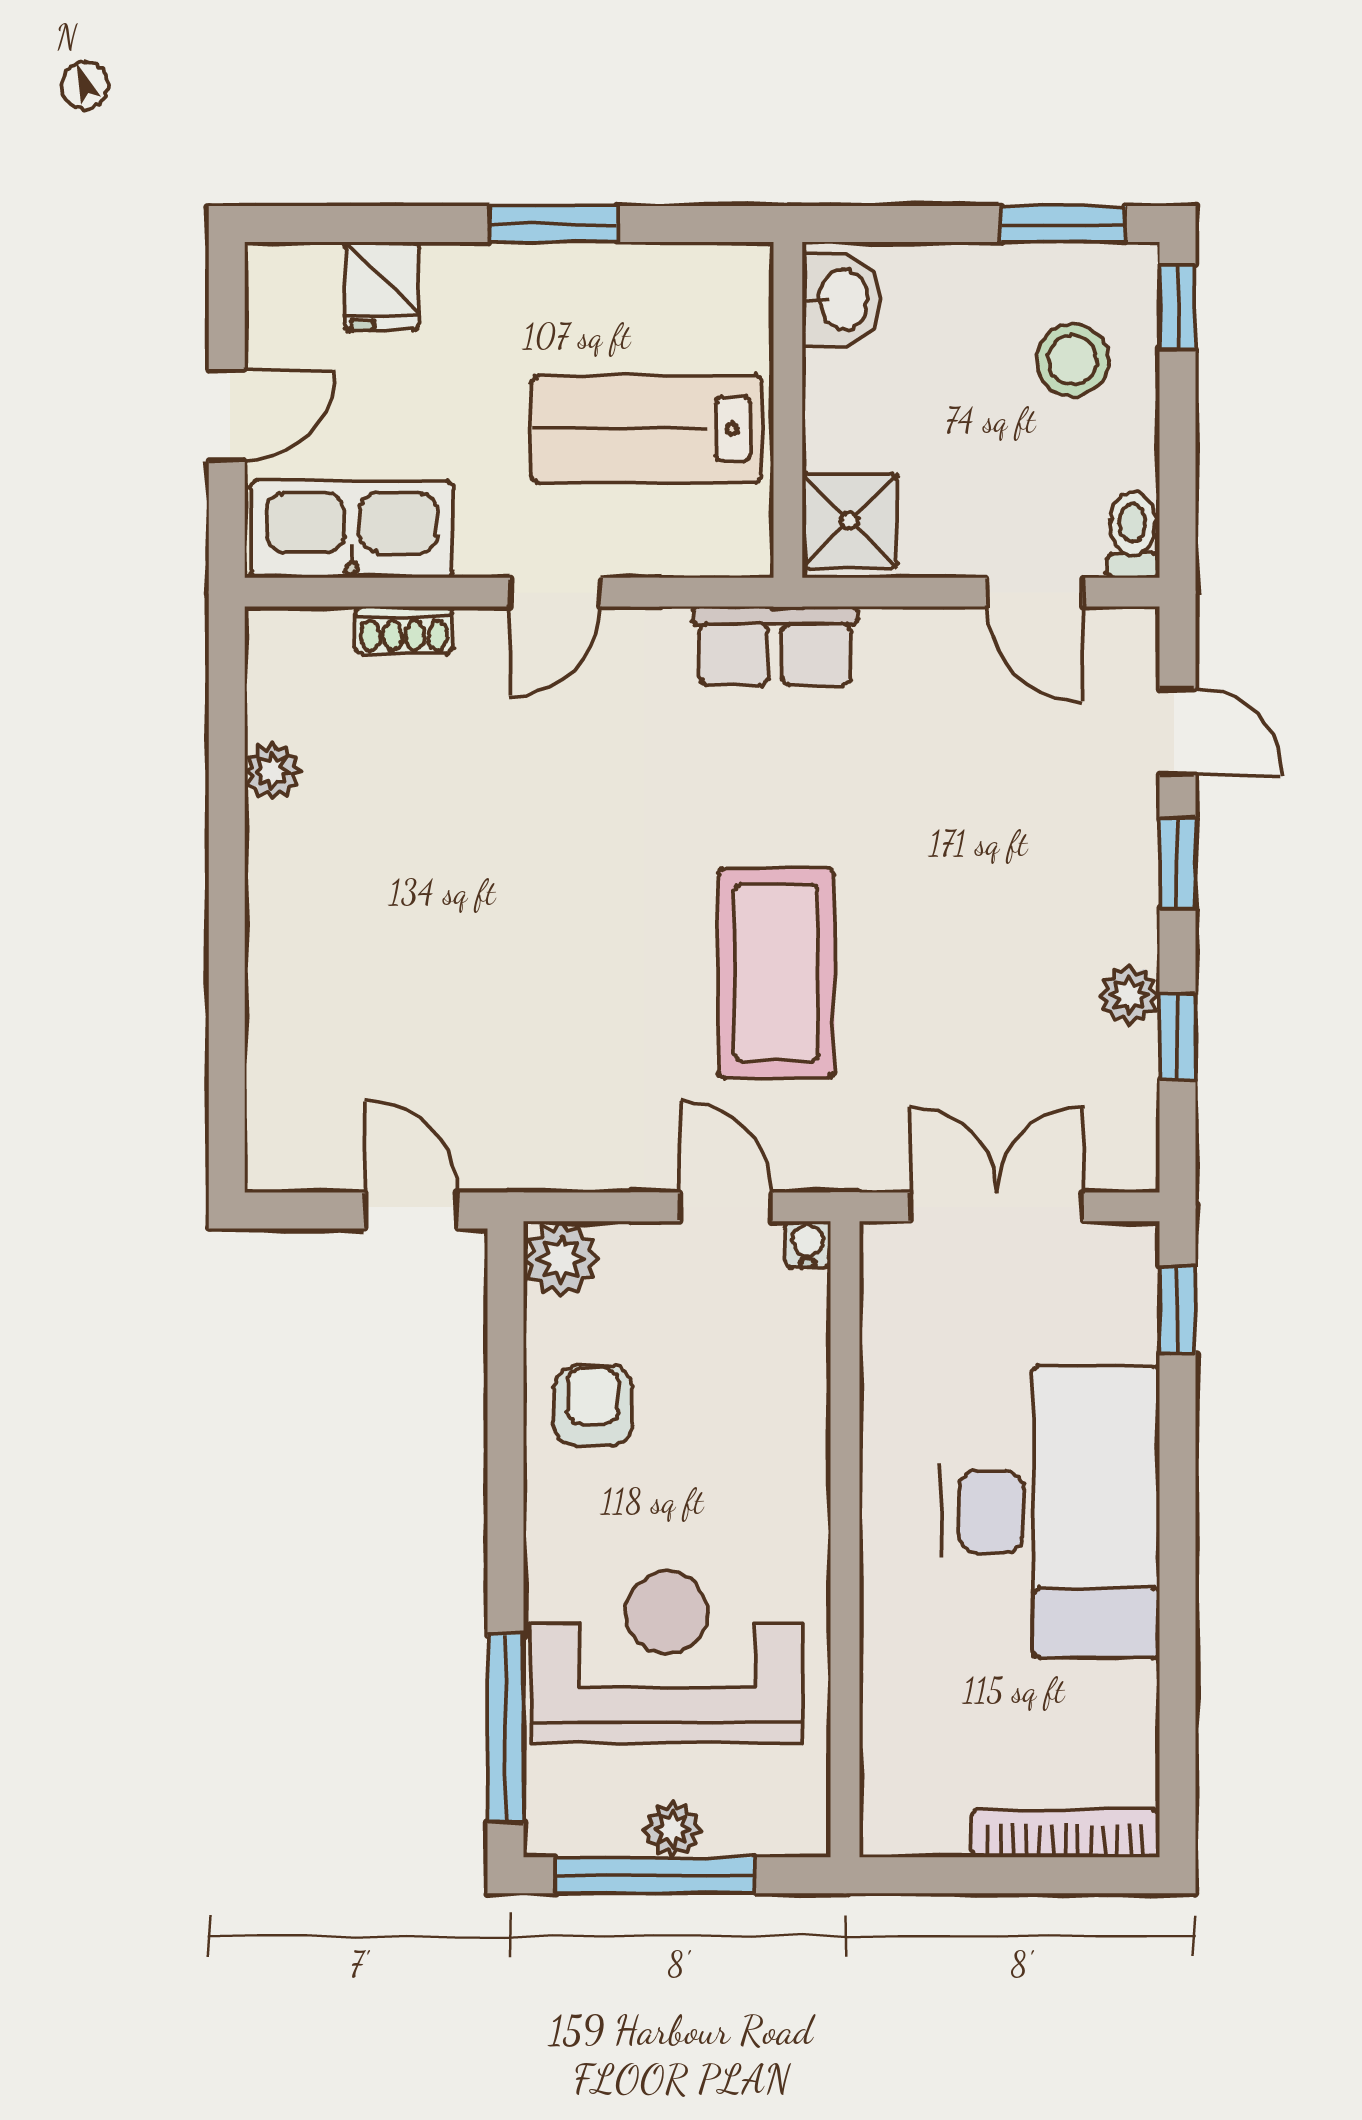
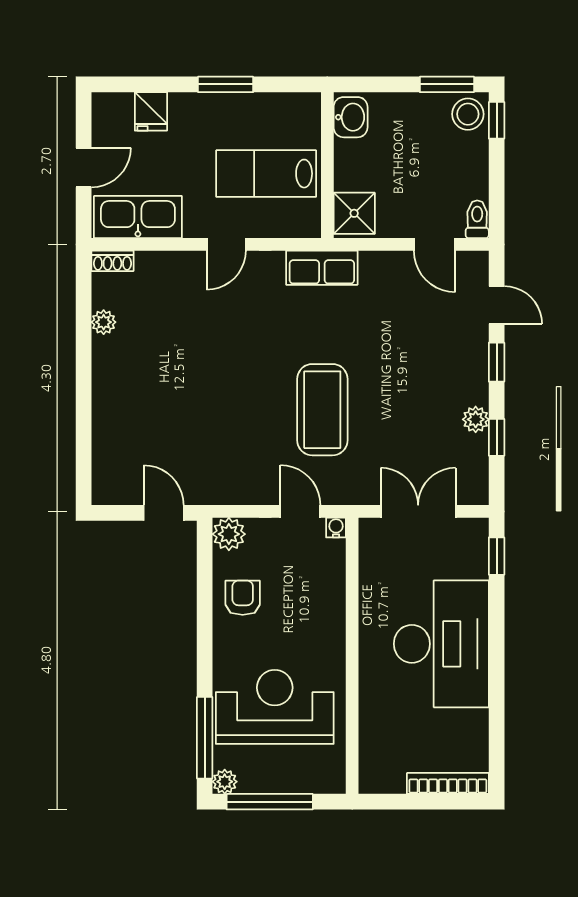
stool: (1072, 360) -> (468, 114), moved
shoe rack: (404, 630) -> (112, 261), moved
plant: (672, 1829) -> (225, 782), moved

